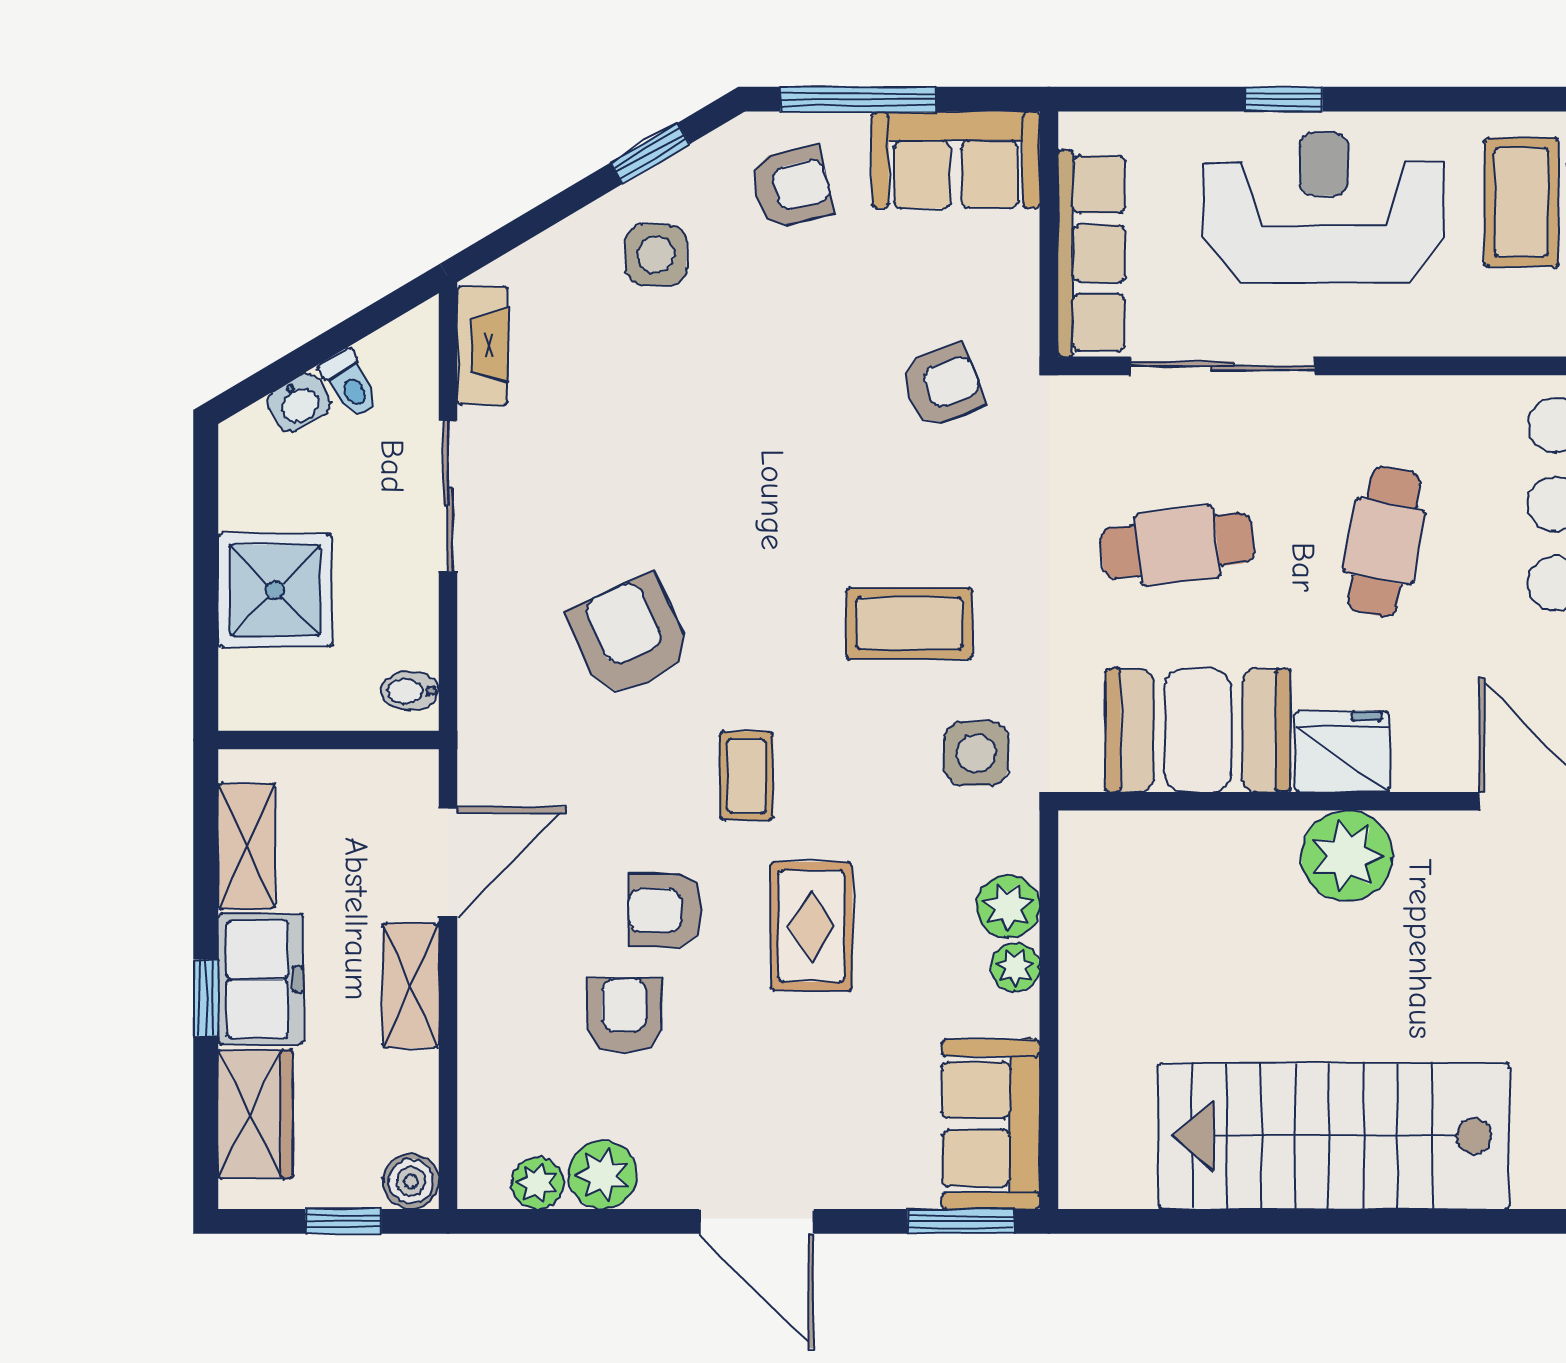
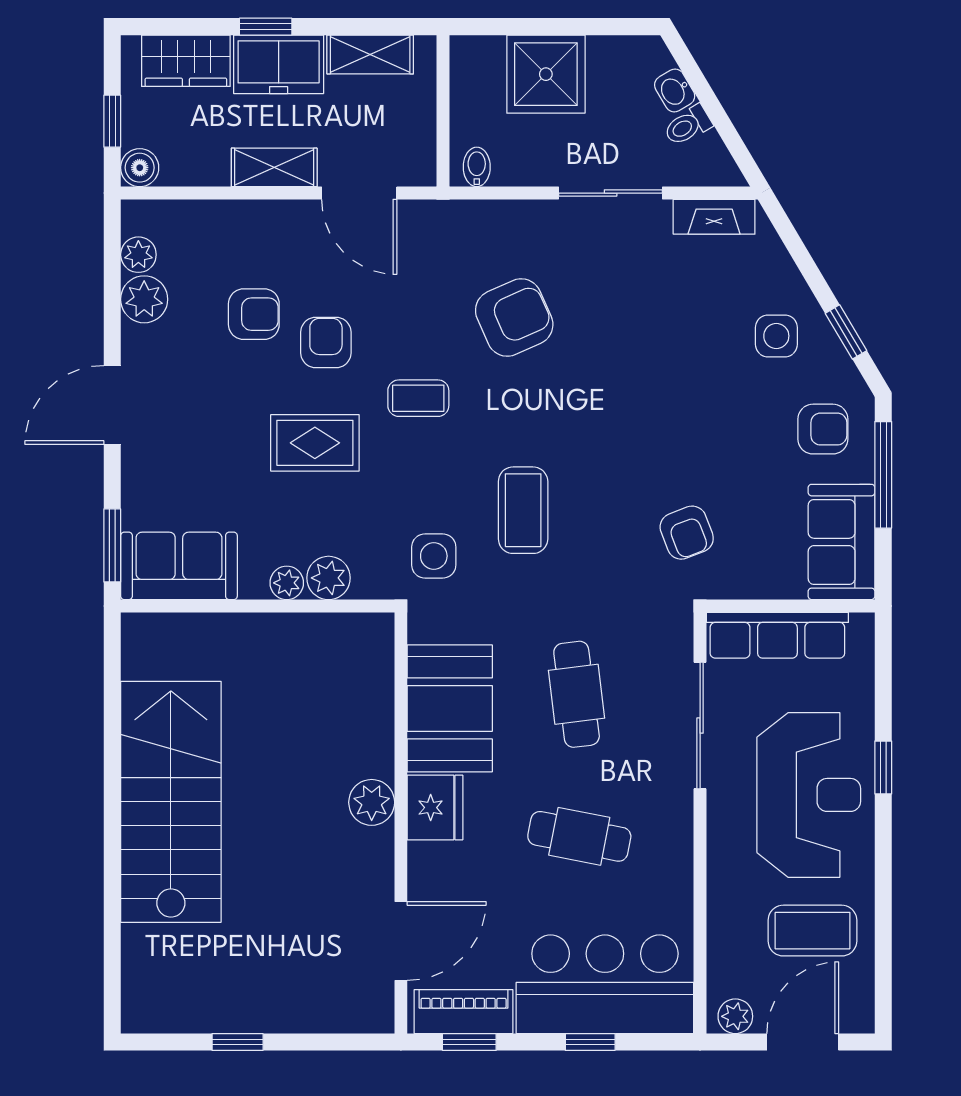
armchair: (791, 187) -> (823, 429), turned -76
plant: (1347, 856) -> (372, 802), width x0.73, depth x0.73

